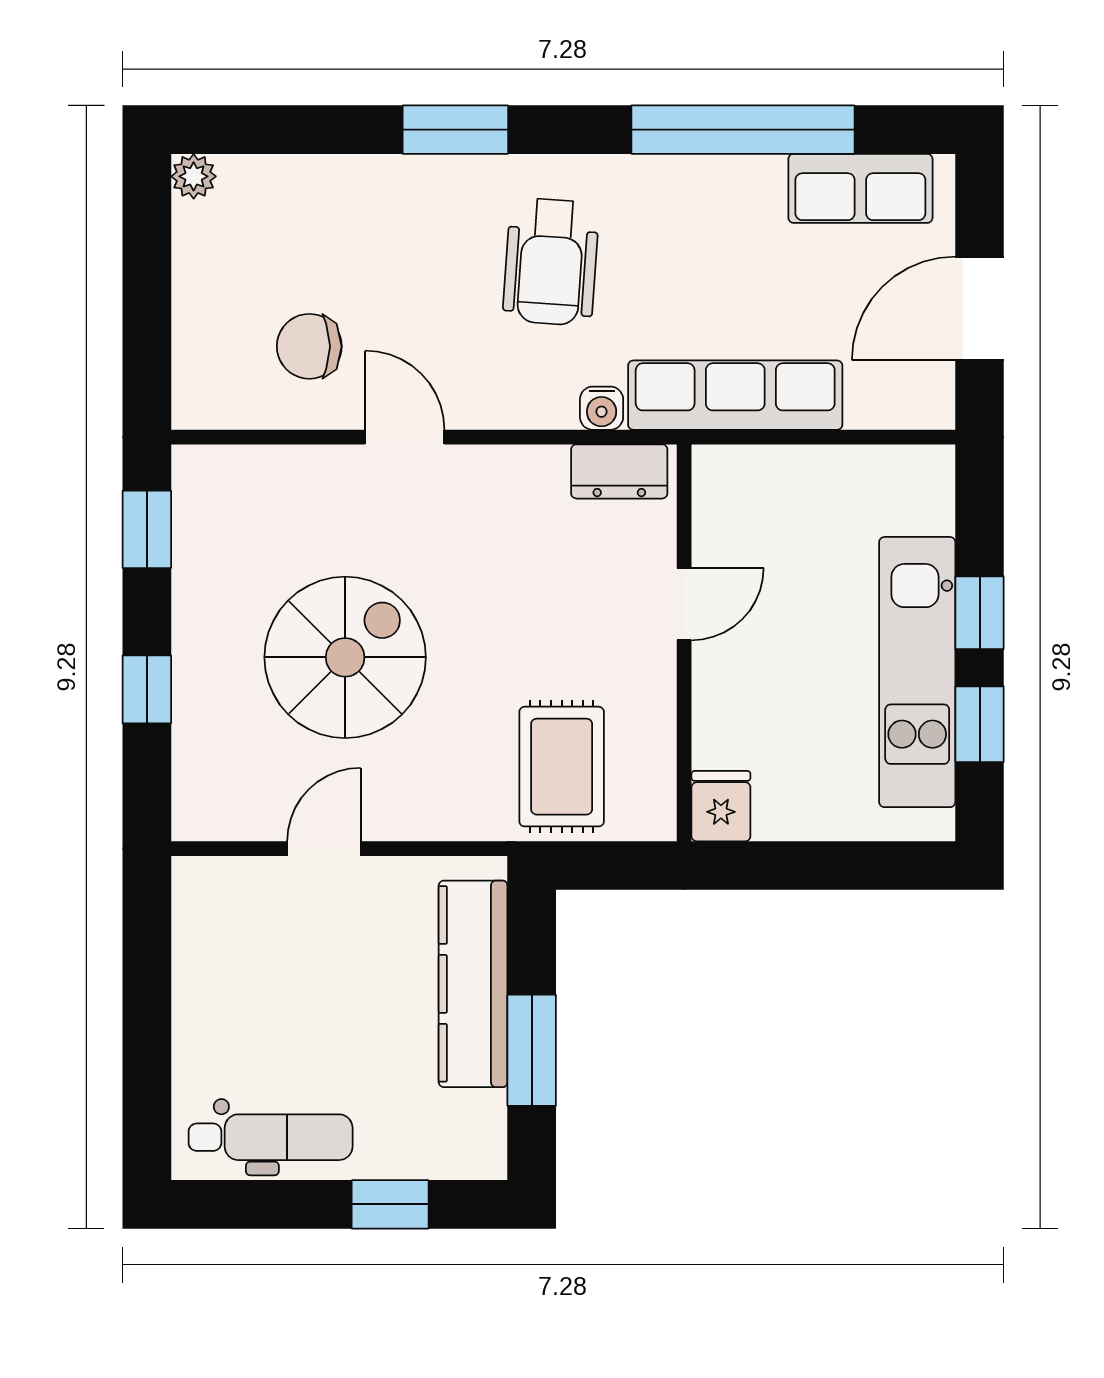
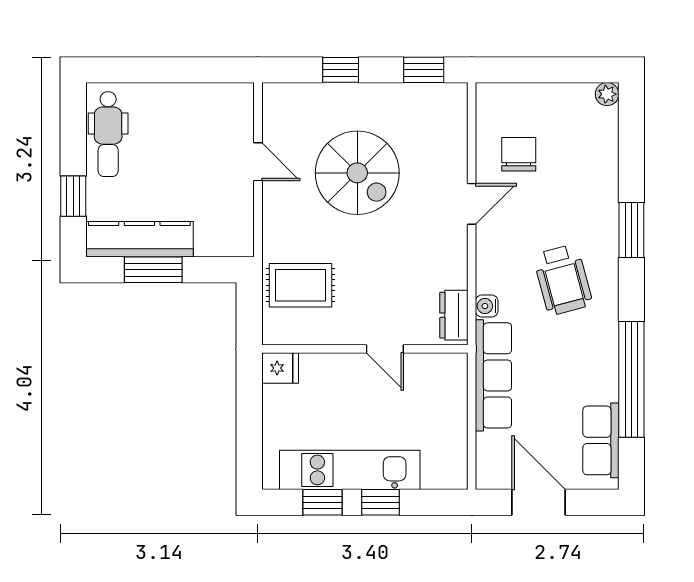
wheelchair: (551, 262) -> (563, 280), turned -109
kitchen counter: (473, 984) -> (139, 239), moved

